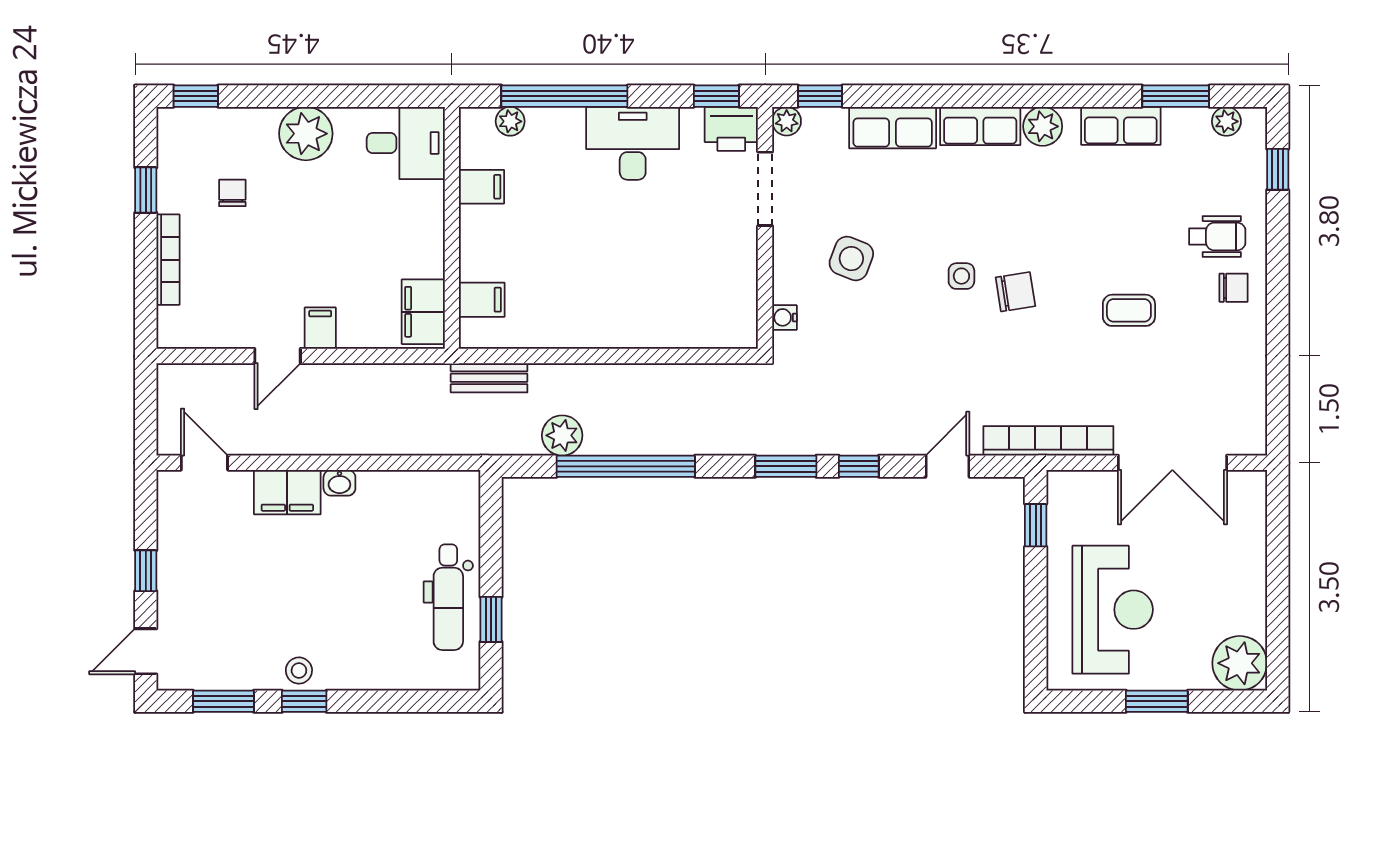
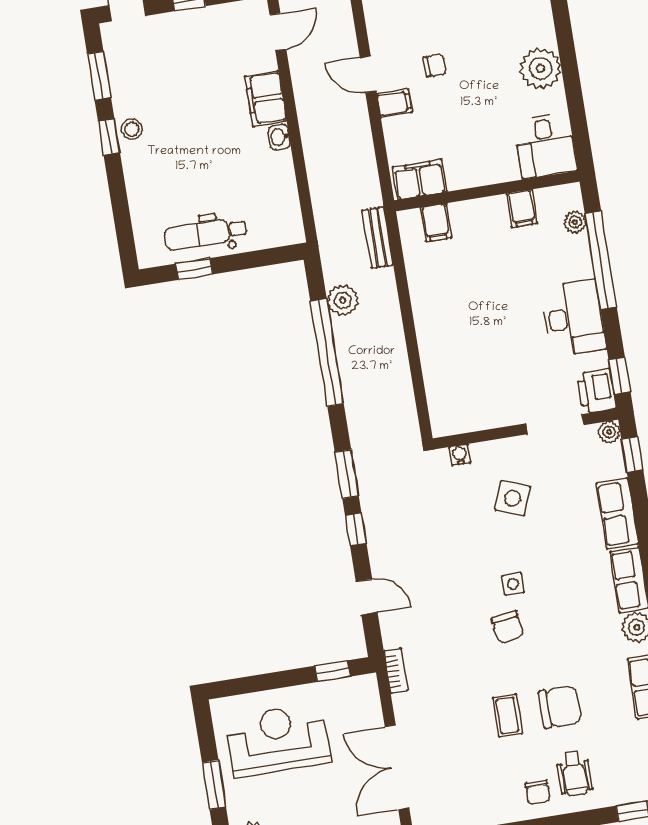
chair: (232, 193) -> (435, 66), moved
chair: (1129, 241) -> (560, 707), added
bookcase: (1048, 441) -> (396, 671), width x0.43, depth x0.76
reception desk: (1113, 610) -> (278, 740), turned 180

